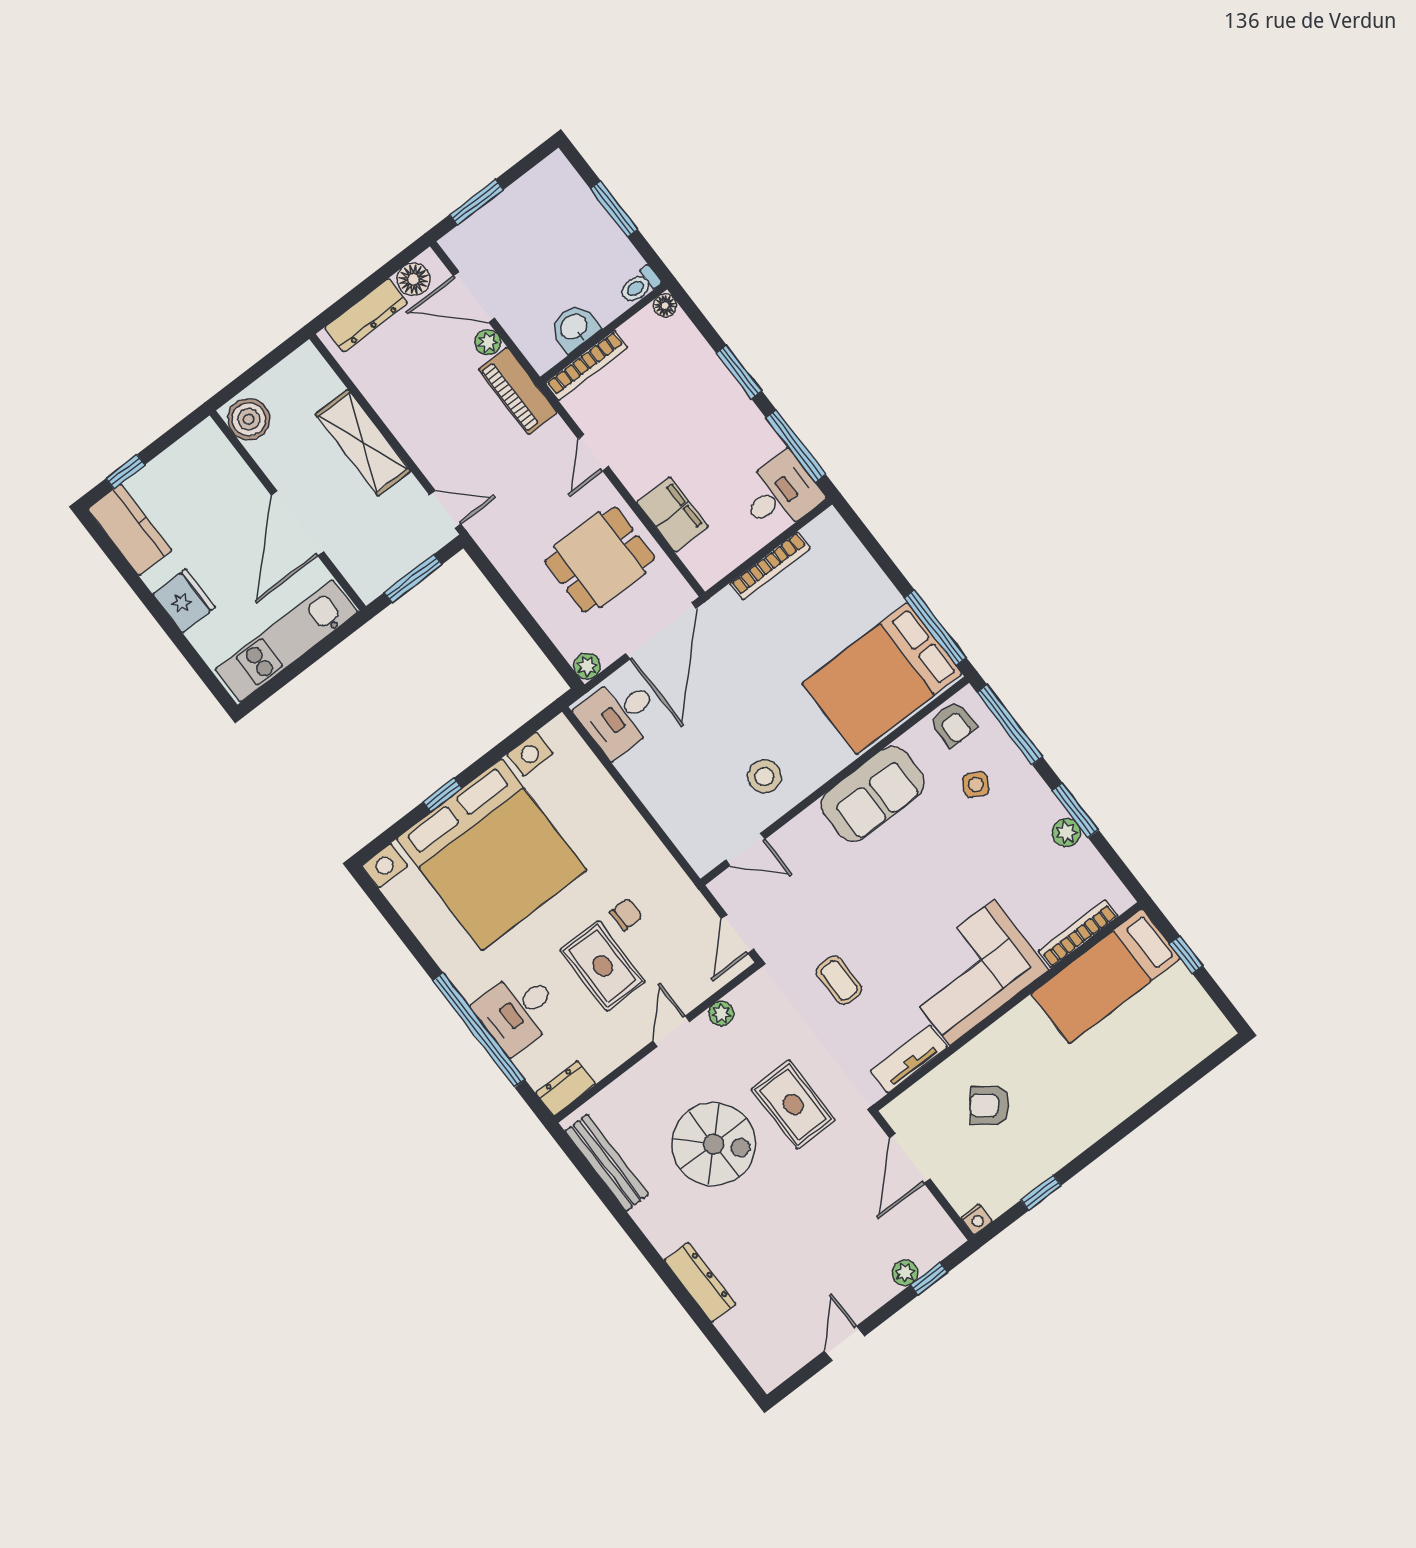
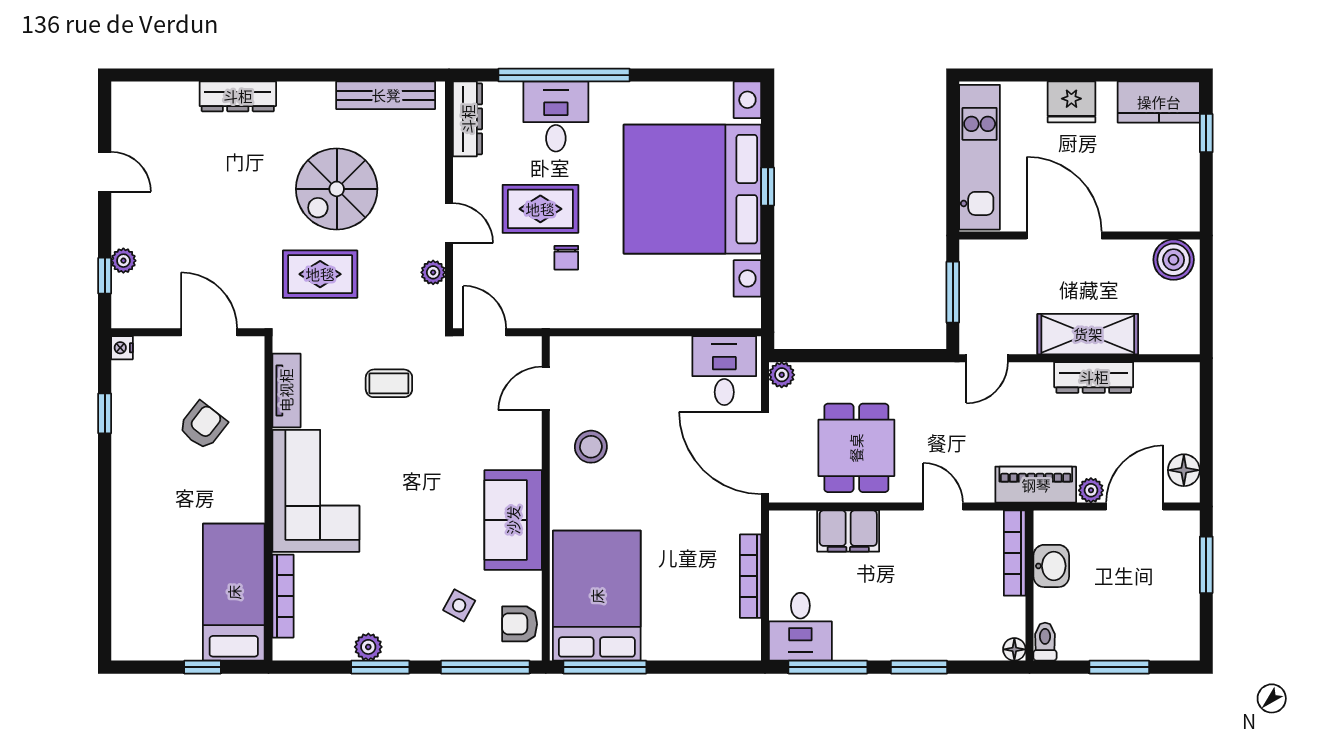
dresser: (366, 315) -> (1094, 377), moved, turned -90
dresser: (566, 1088) -> (468, 119), width x1.44

